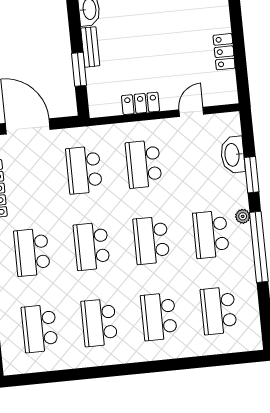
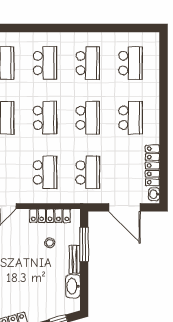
stool: (127, 66) -> (50, 243), added
window: (79, 69) -> (84, 244), width x1.44
locker: (141, 103) -> (50, 216), width x1.53

